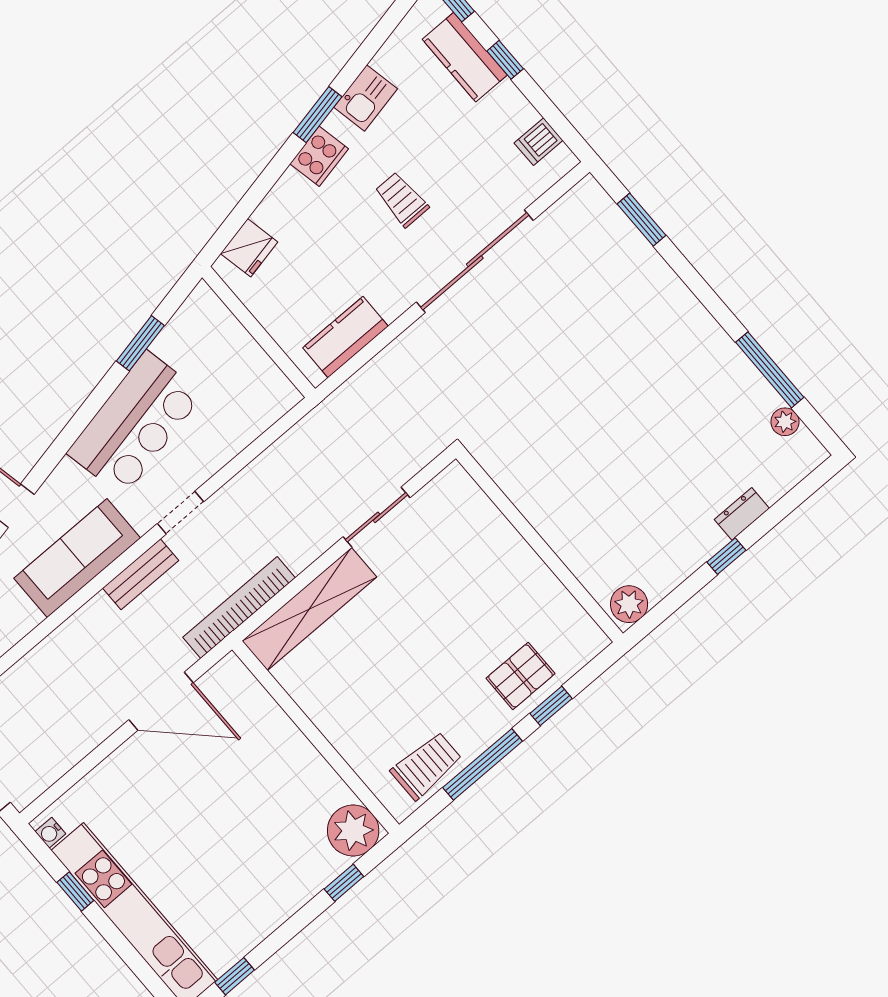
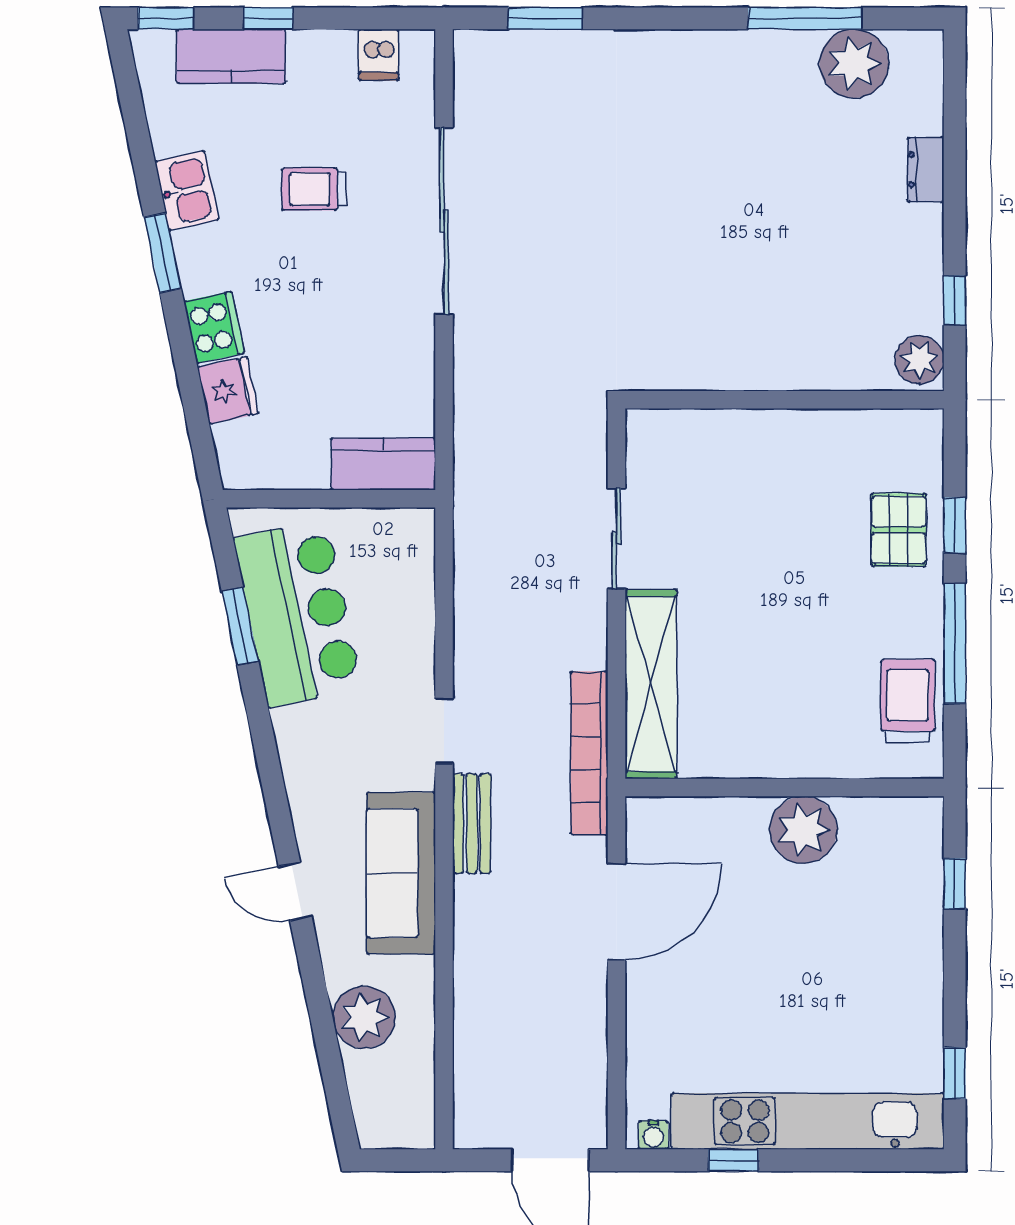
cooker: (319, 156) -> (214, 327), moved
trolley: (402, 199) -> (314, 189), moved
fridge: (249, 248) -> (228, 390), moved
kitchen counter: (346, 337) -> (383, 464), moved, turned 90
plant: (785, 422) -> (854, 64), width x1.87, depth x1.87
bar counter: (135, 423) -> (298, 613), moved
window: (726, 556) -> (955, 300), moved
plant: (353, 831) -> (803, 830), moved

